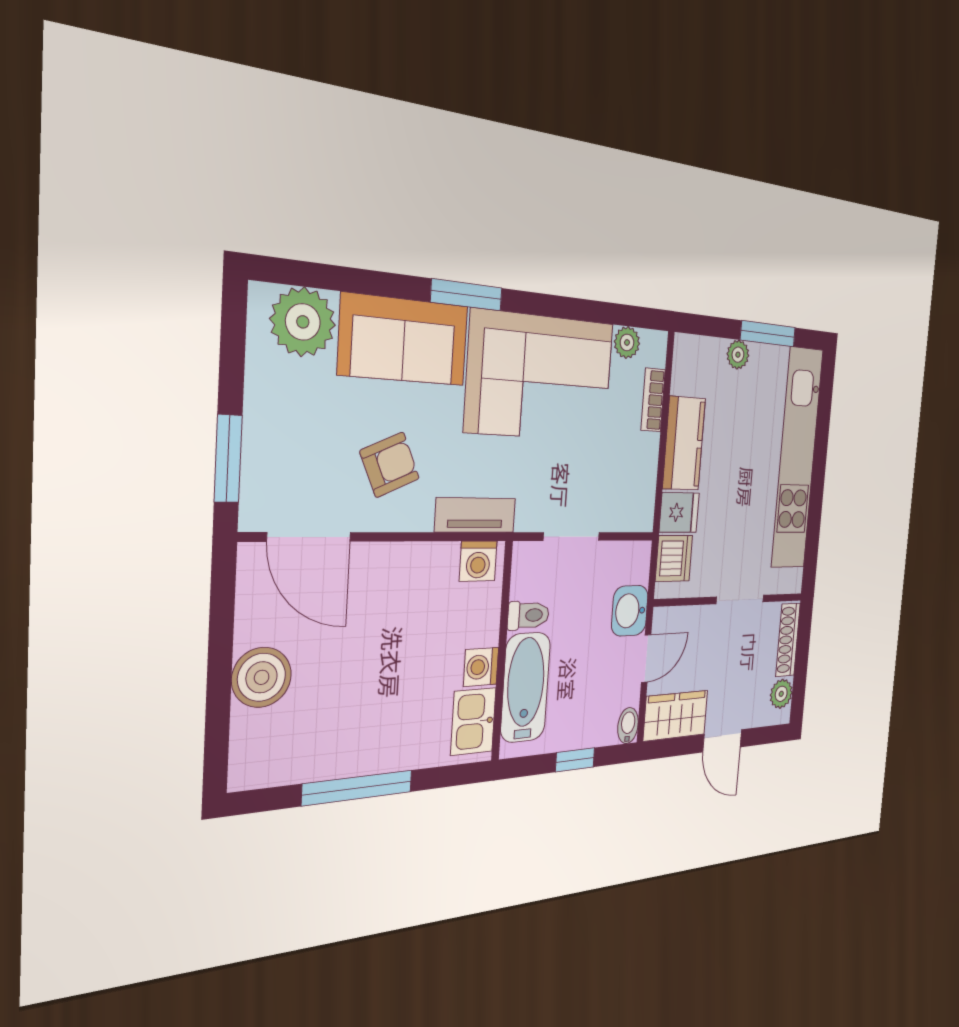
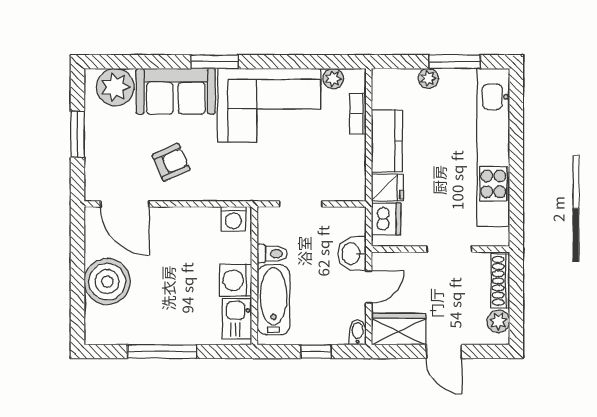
window: (228, 459) -> (78, 134), moved
tv unit: (475, 515) -> (229, 191), removed
washing machine: (481, 667) -> (236, 280), width x1.38, depth x1.38
boiler: (262, 677) -> (107, 282), width x1.37, depth x1.37

